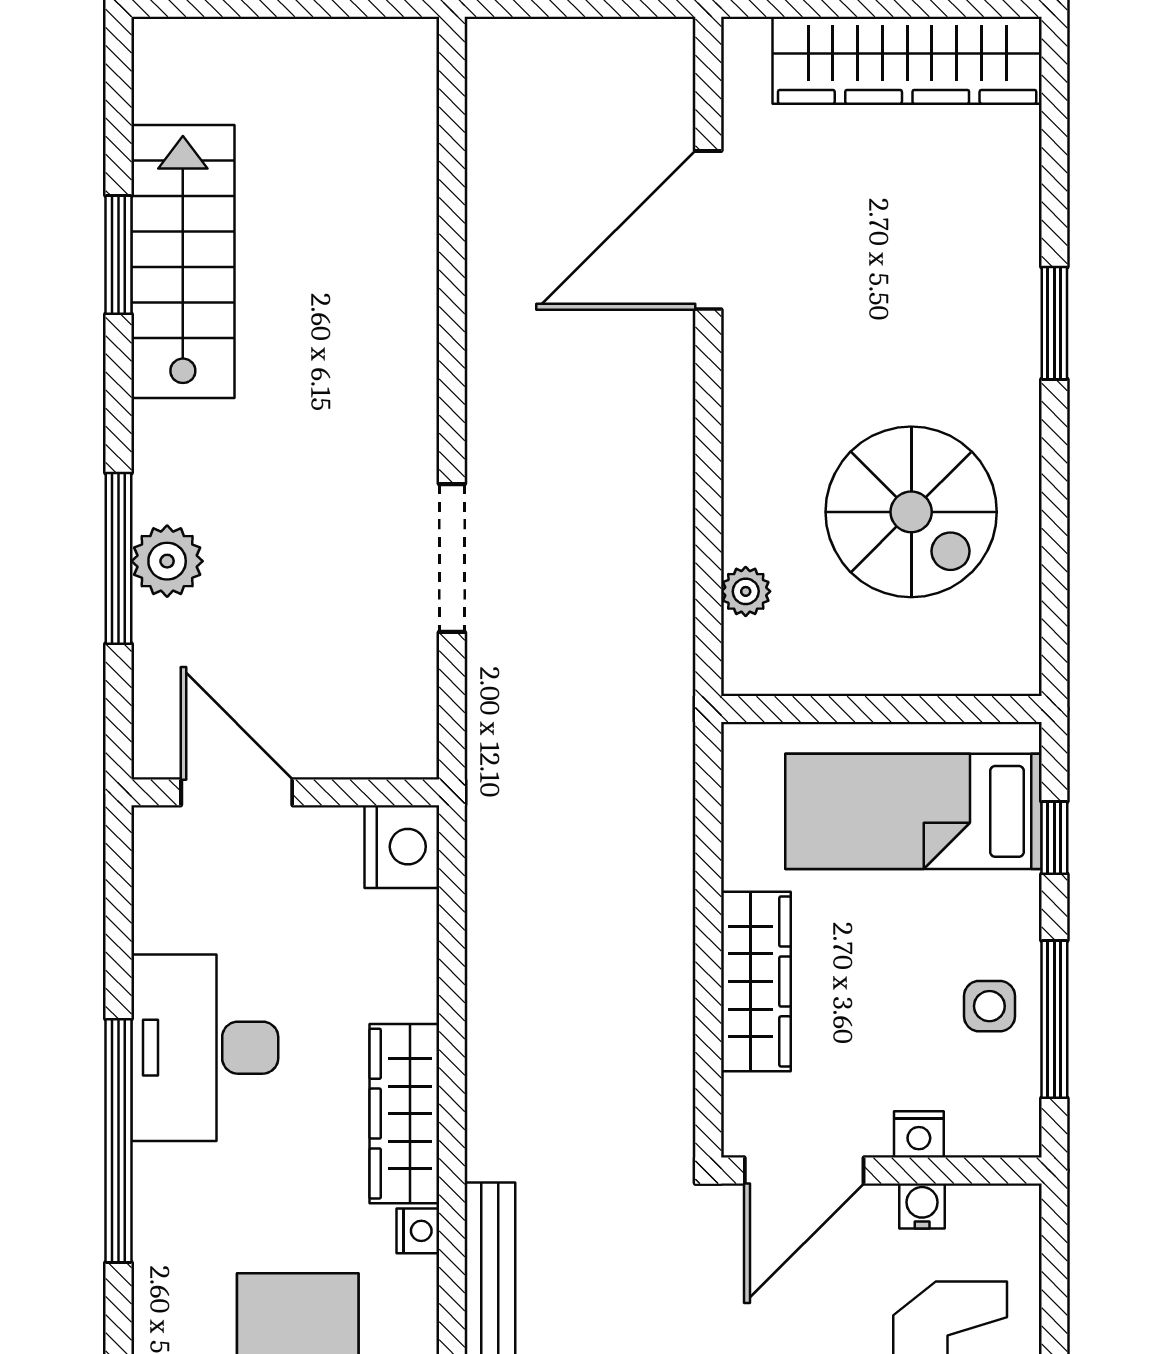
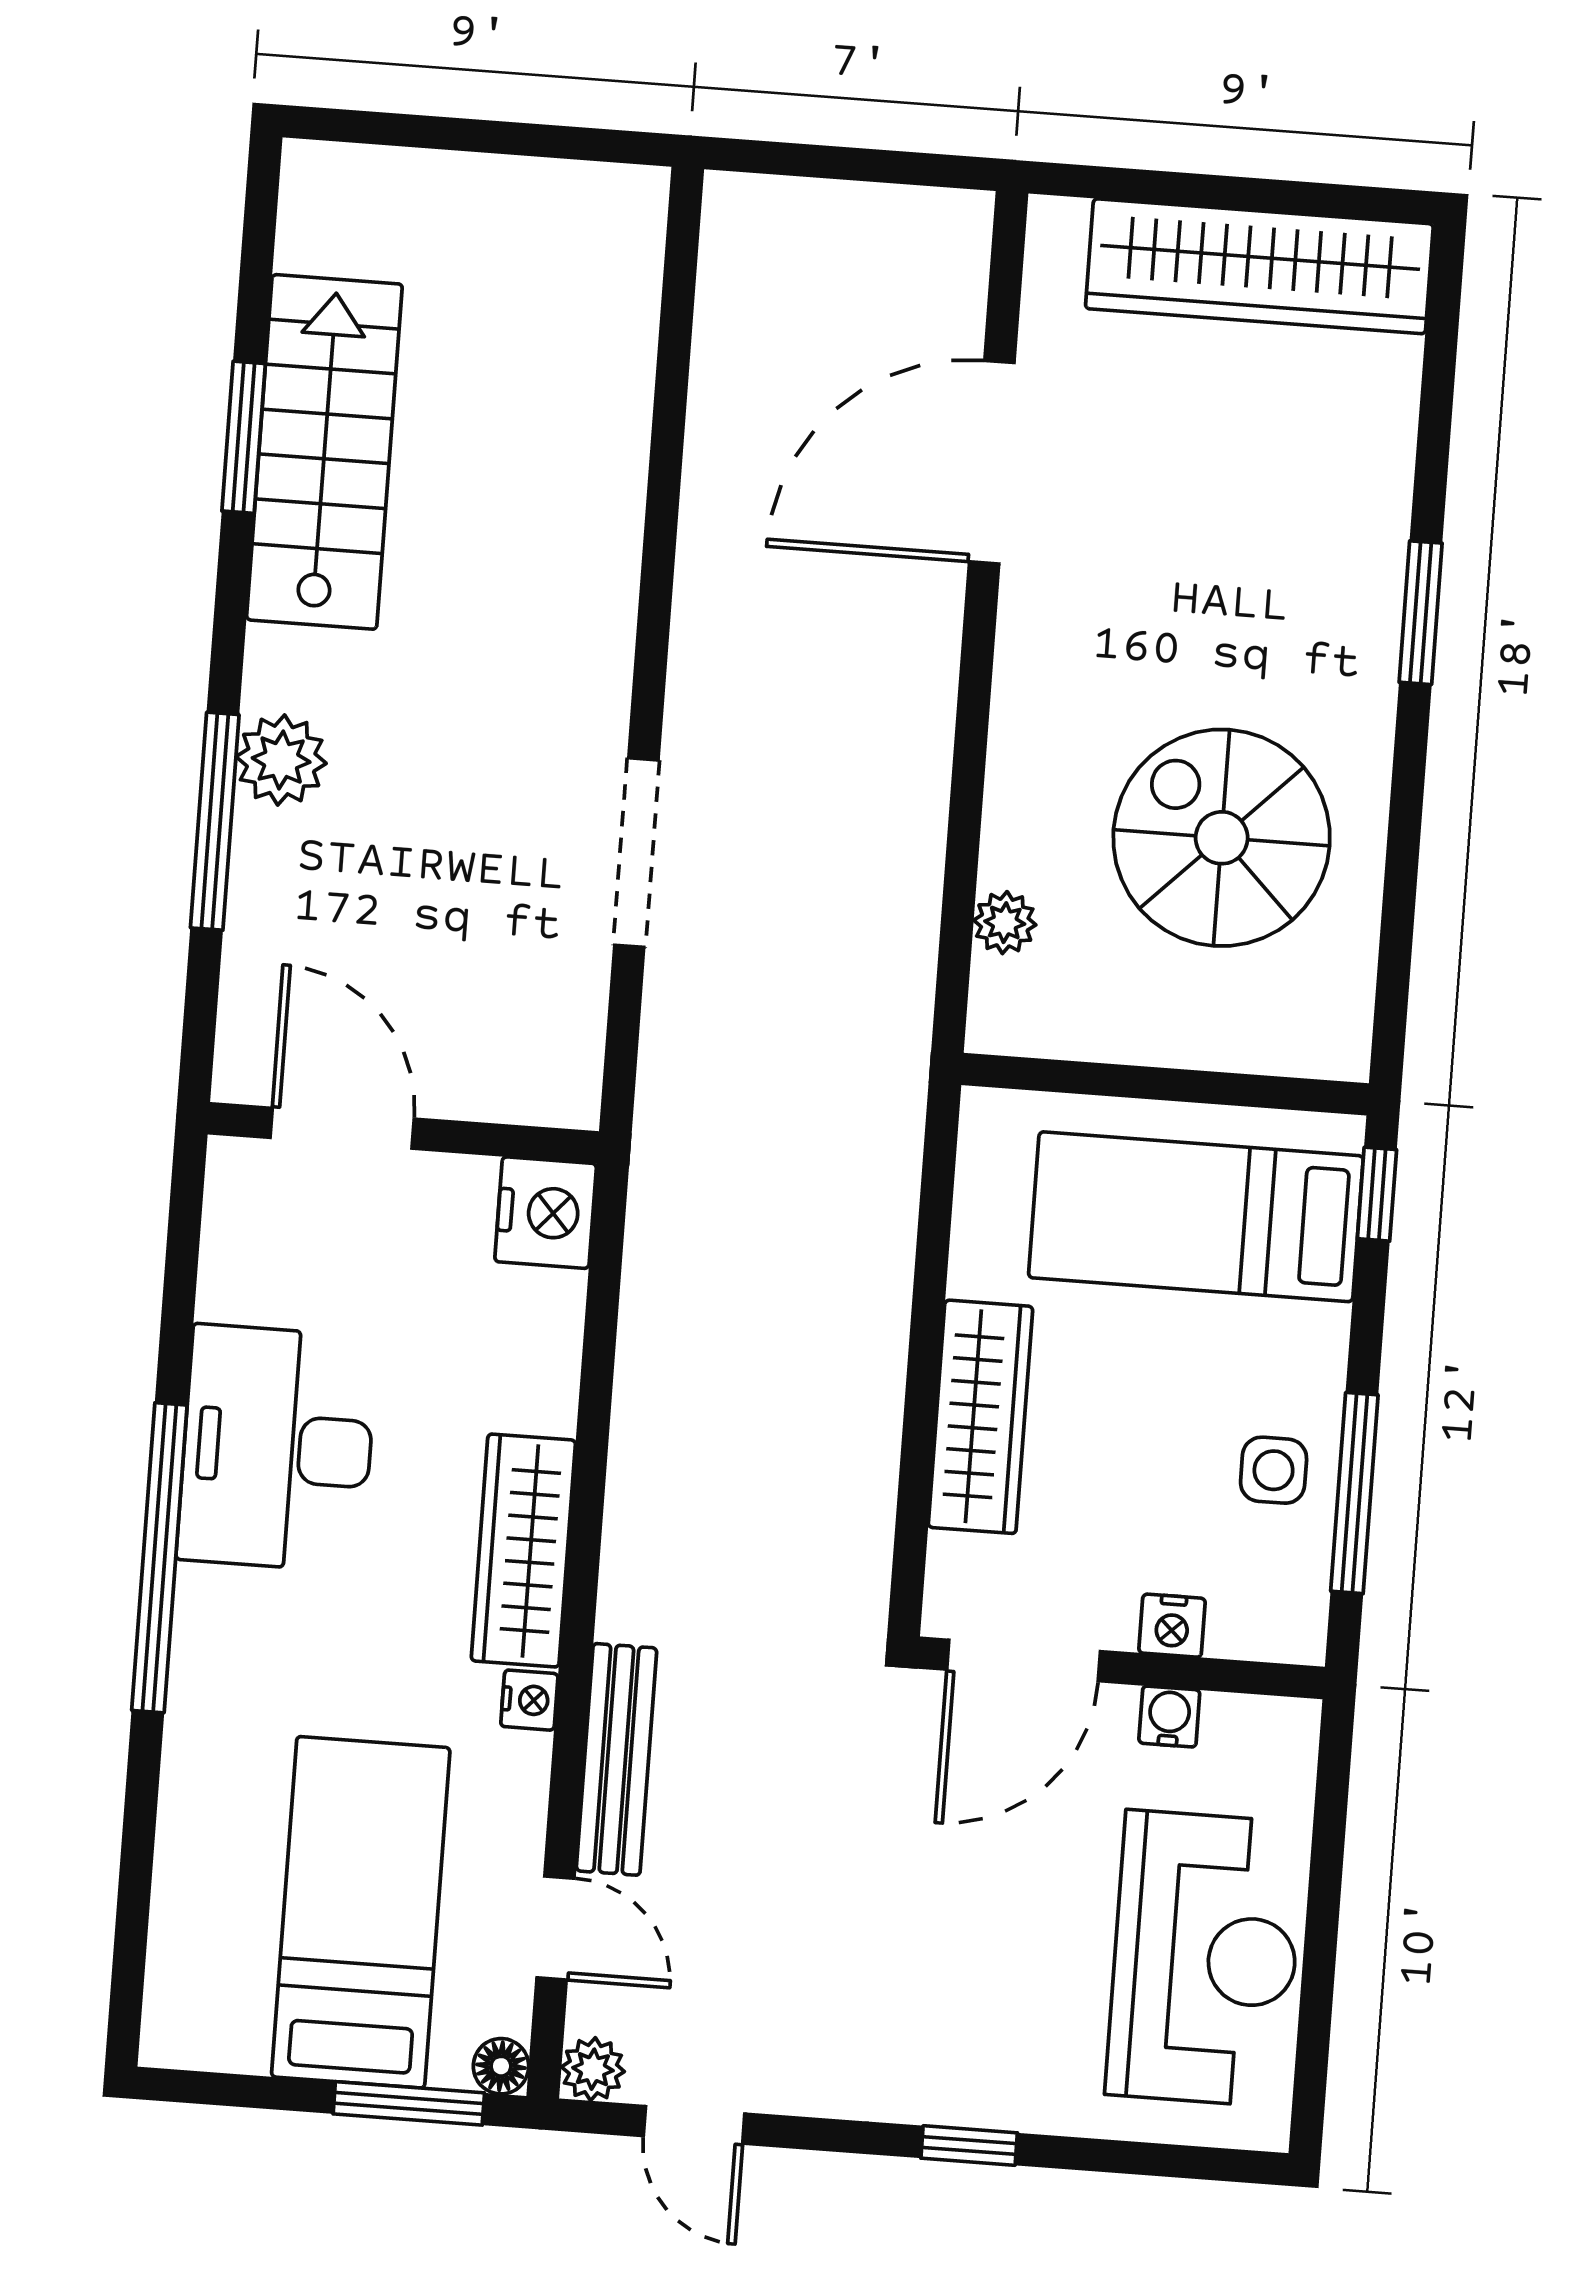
spiral stairs: (911, 512) -> (1222, 838), turned 180
plant: (167, 561) -> (281, 760), moved
window: (1054, 838) -> (1377, 1194), moved

